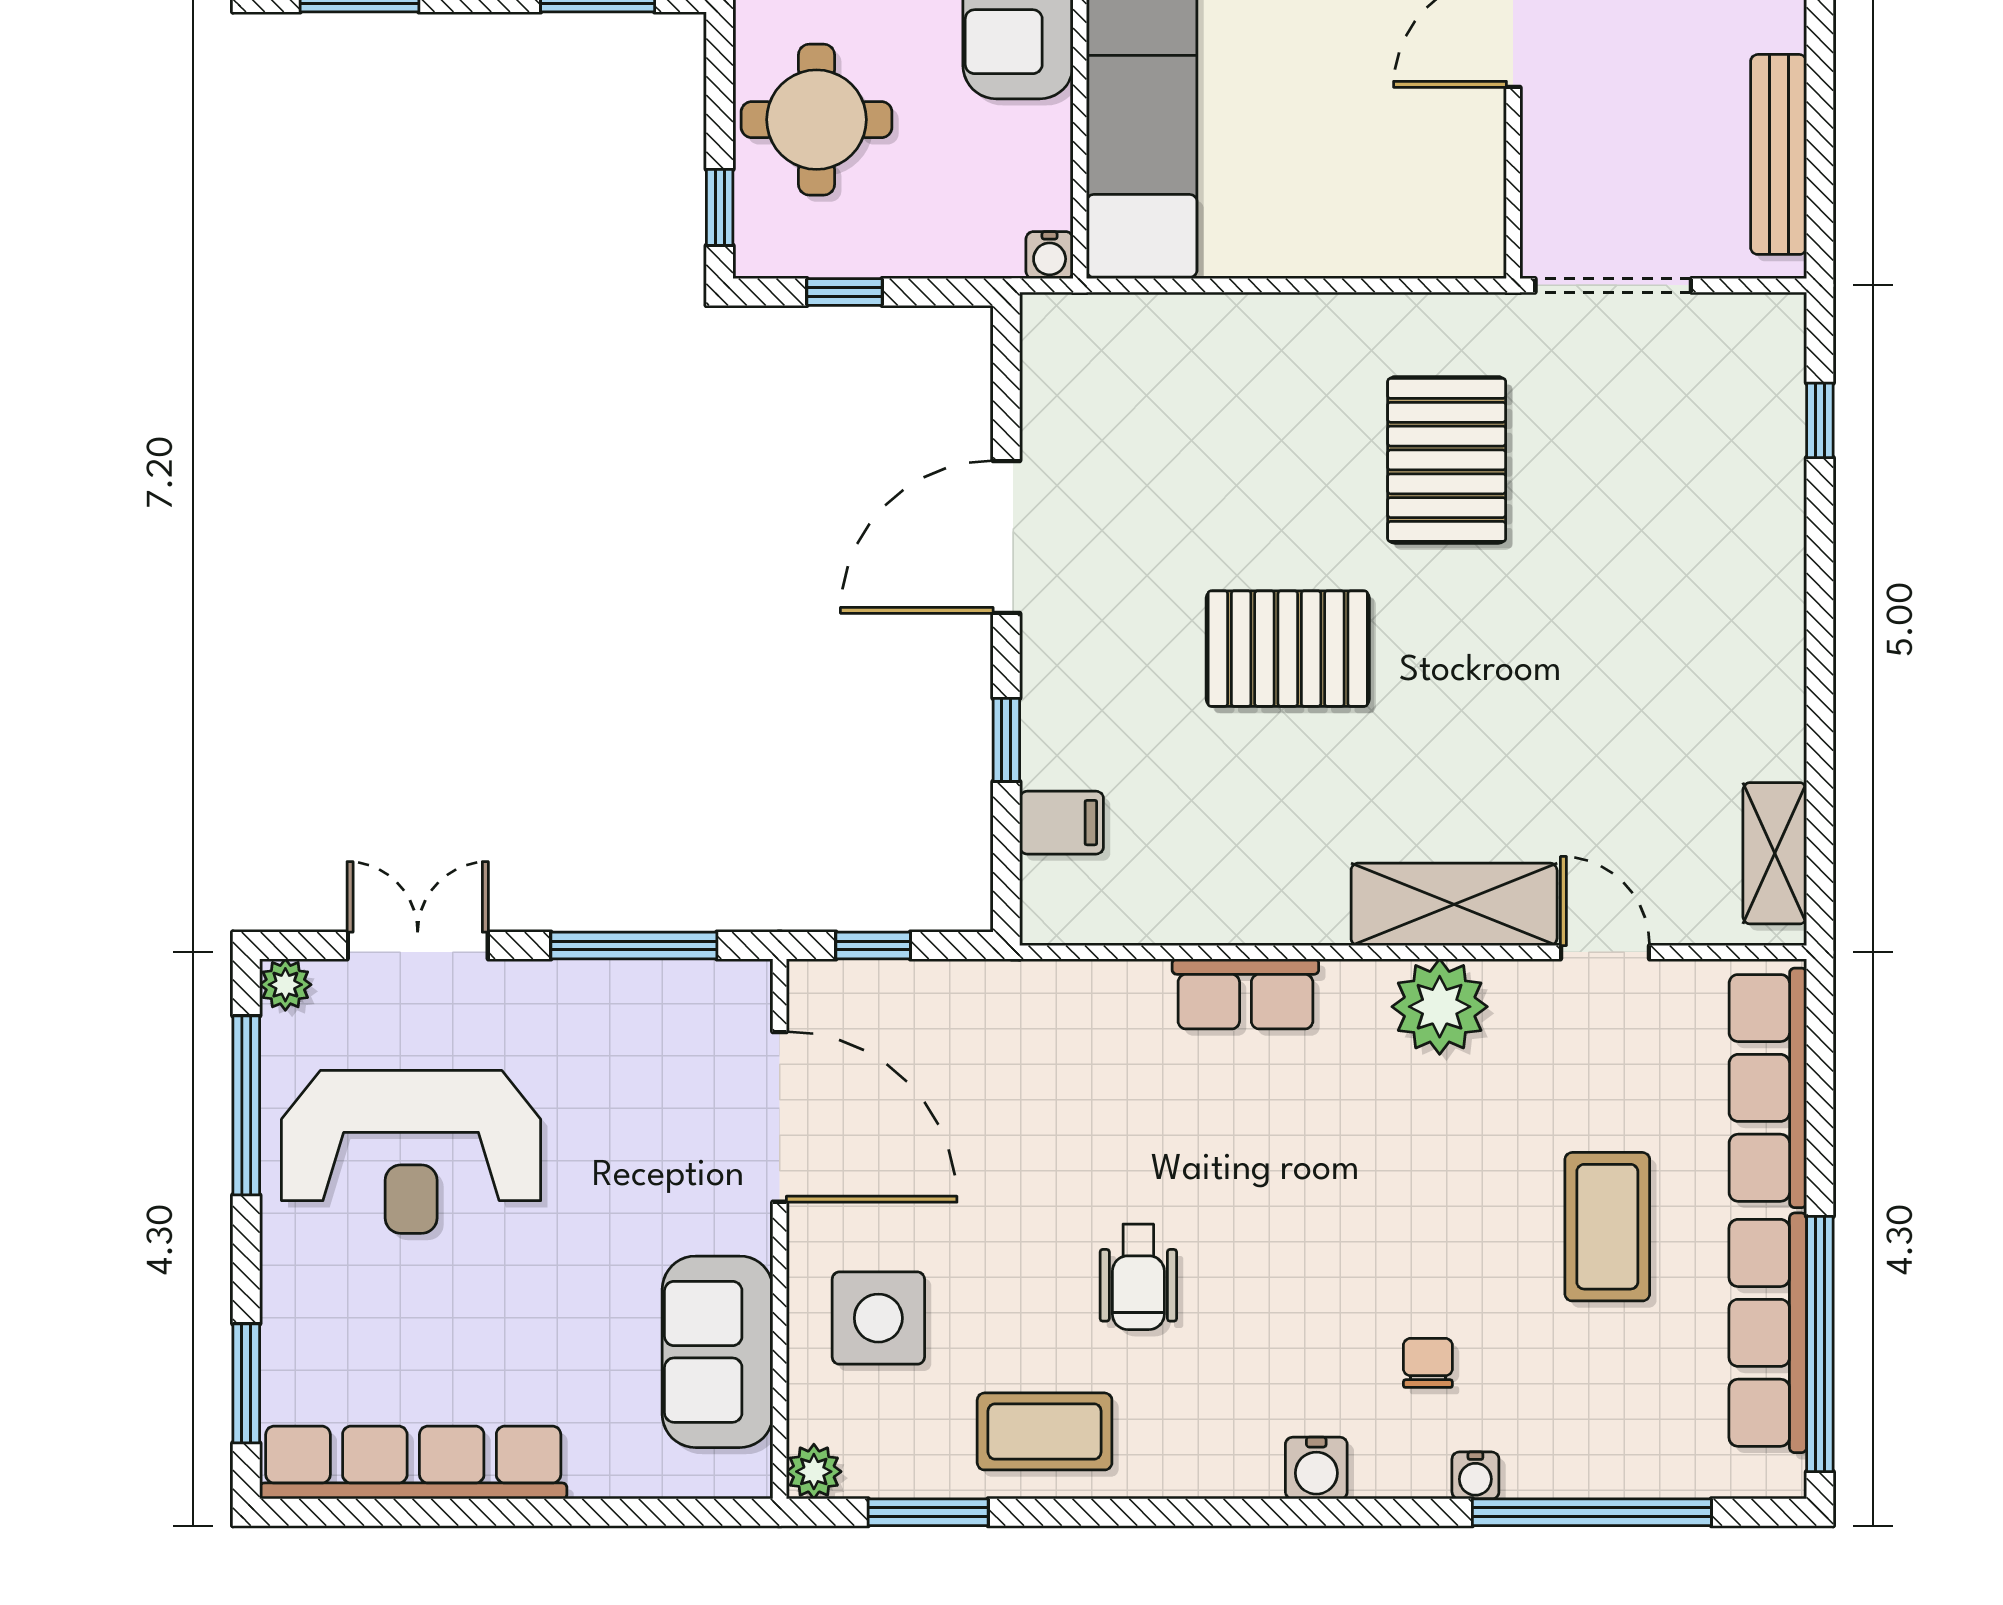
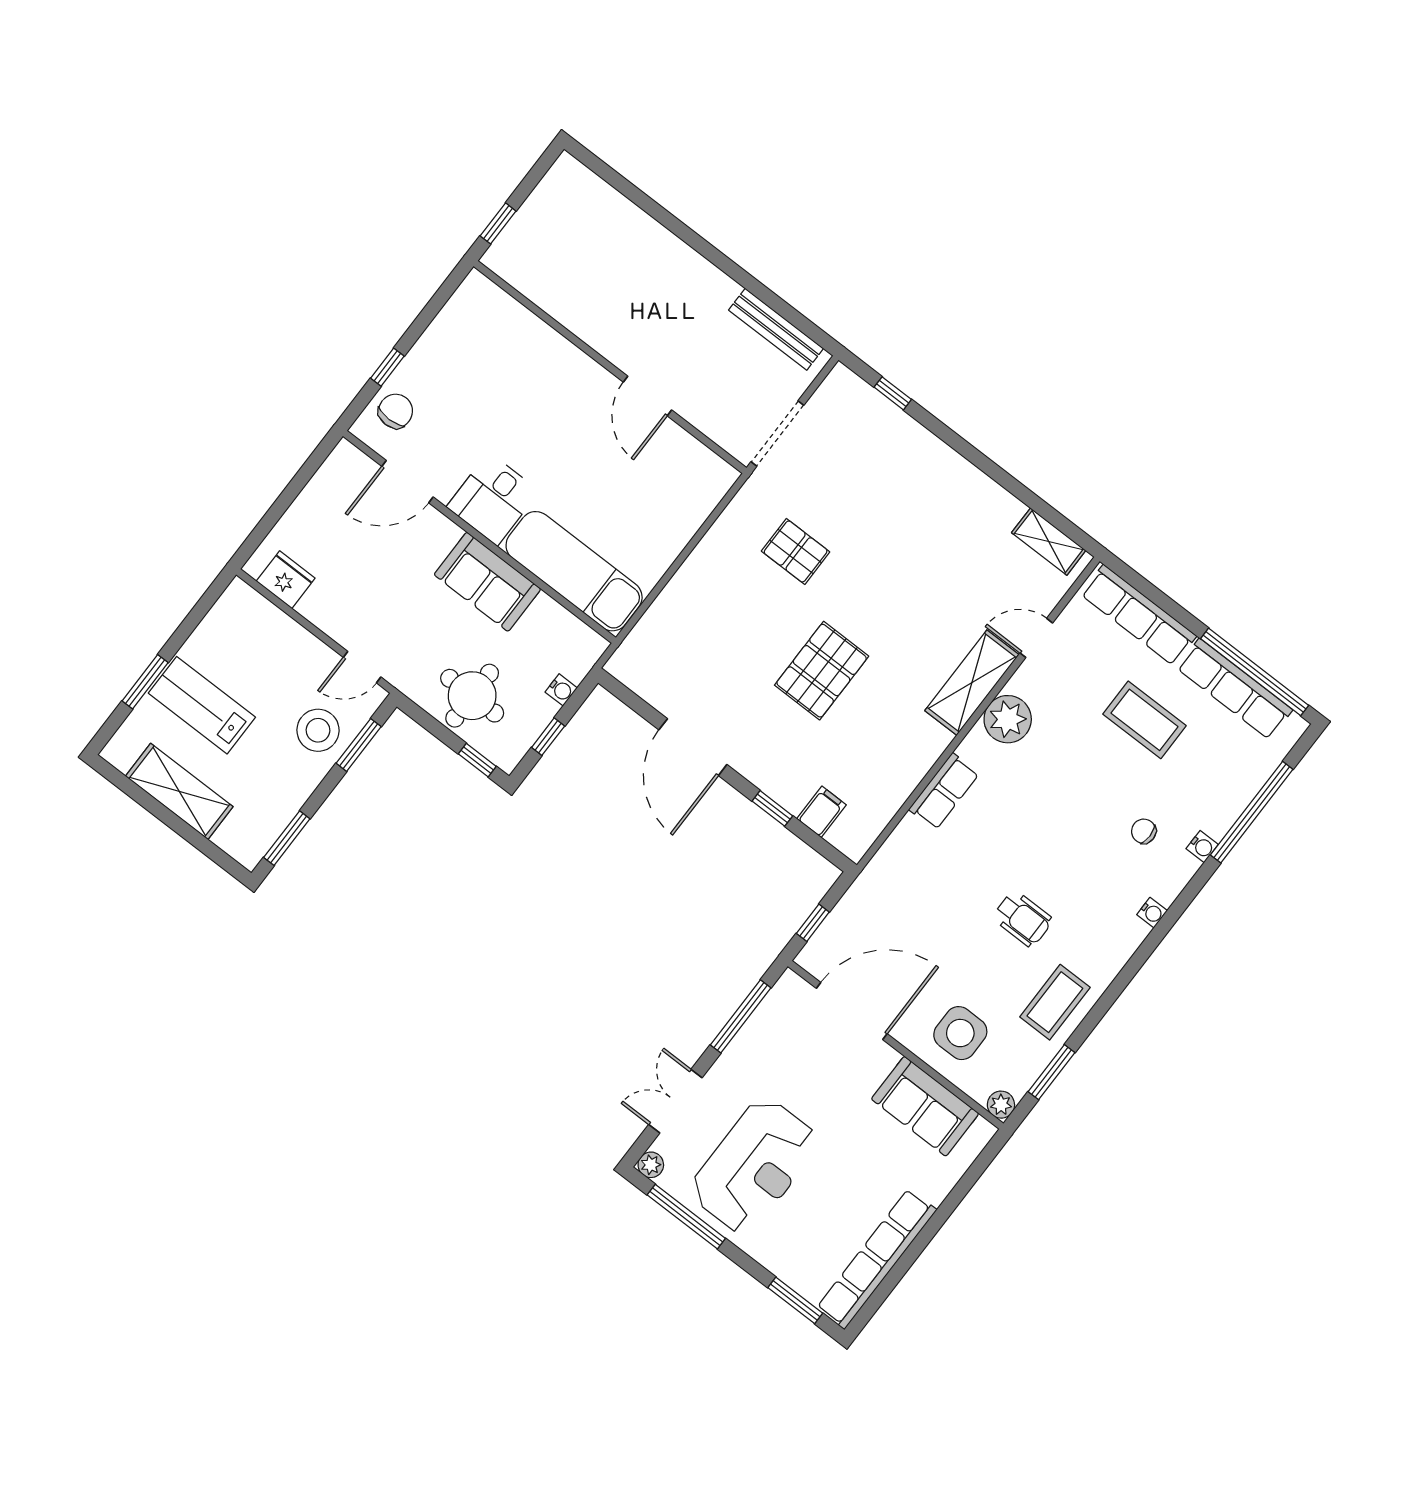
water cooler: (1050, 255) -> (561, 690), moved
pallet: (1447, 460) -> (796, 551), width x0.67, depth x0.71
water cooler: (1316, 1468) -> (1152, 913), width x0.72, depth x0.72

